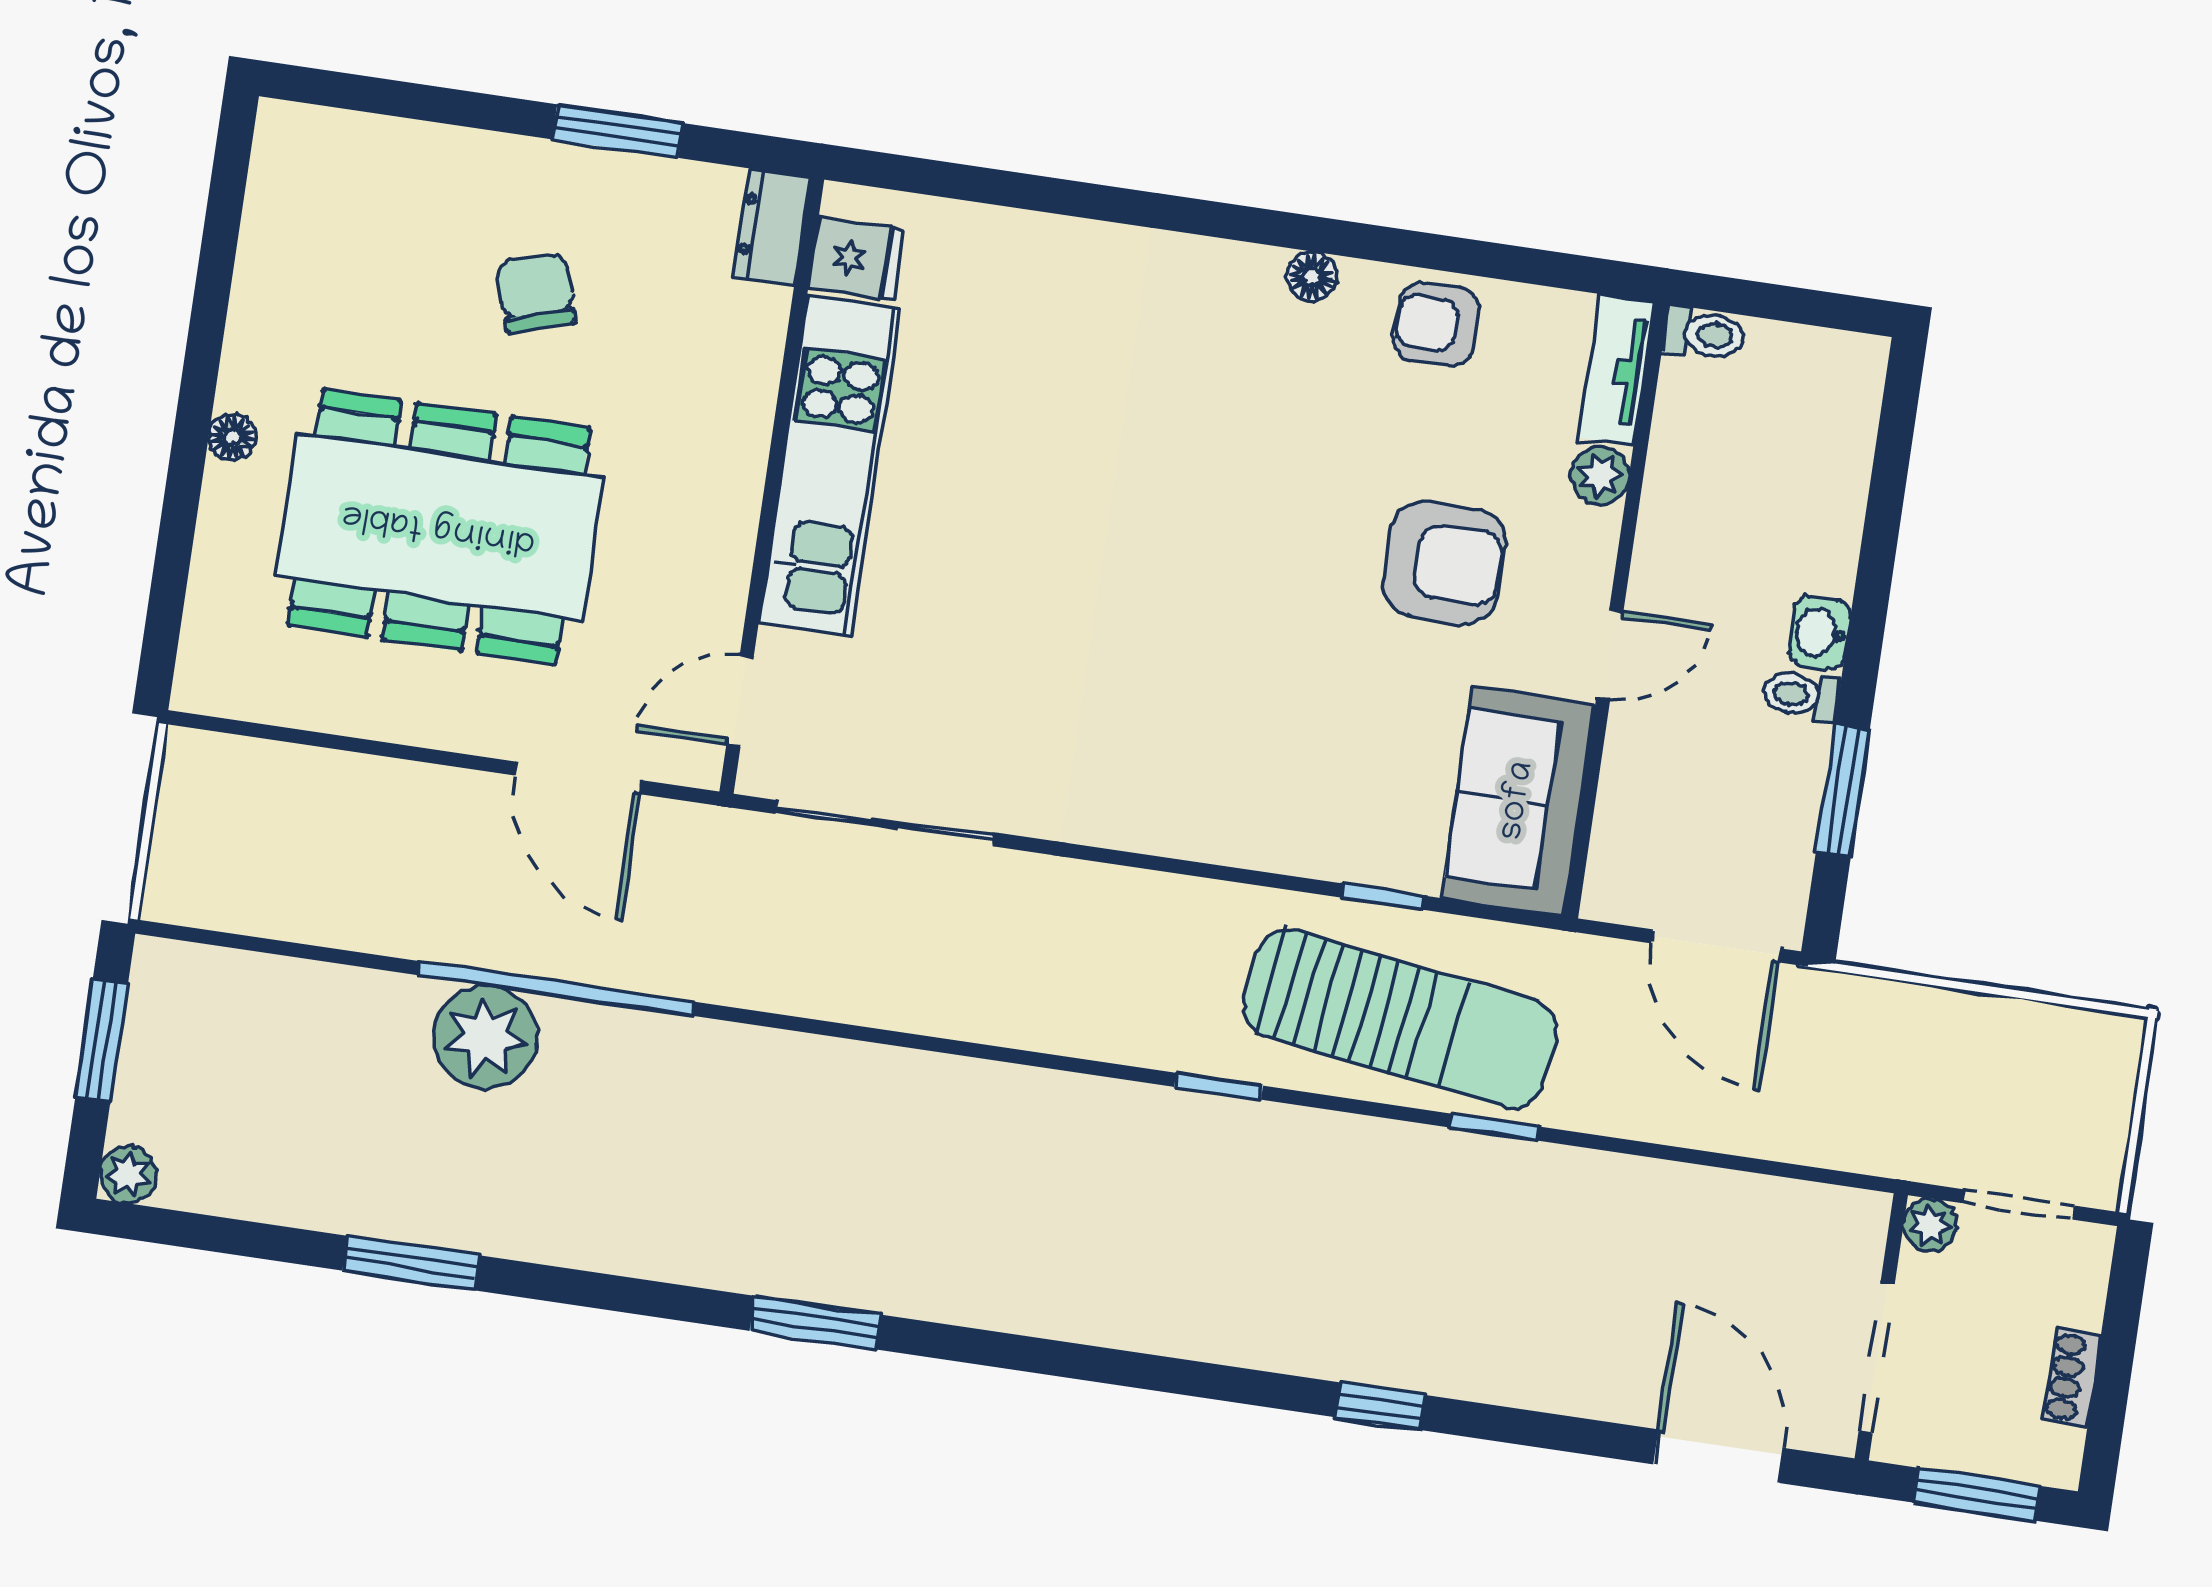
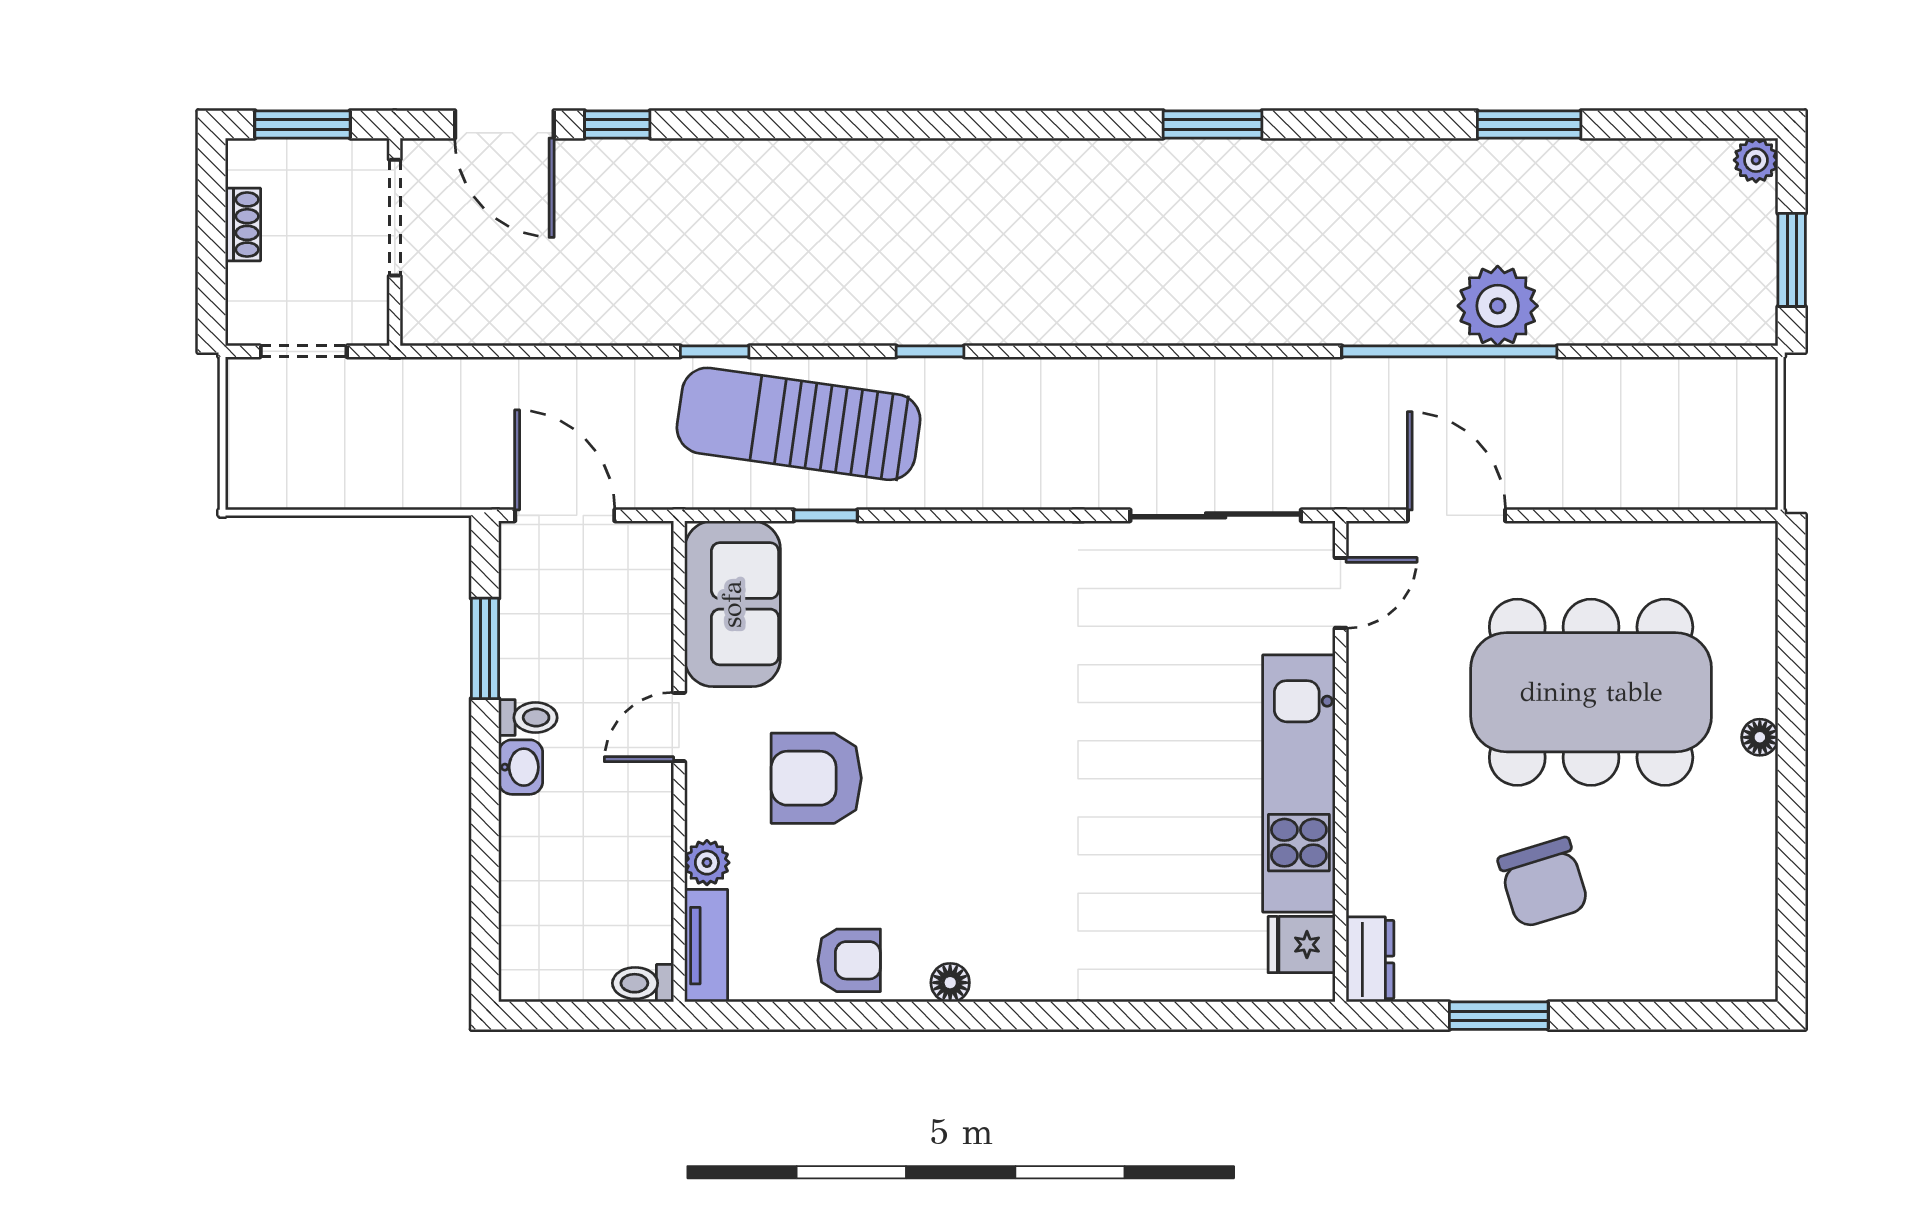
chair: (536, 293) -> (1543, 883), width x1.37, depth x1.37
plant: (1930, 1225) -> (369, 325), removed
window: (1380, 1406) -> (617, 124), moved

